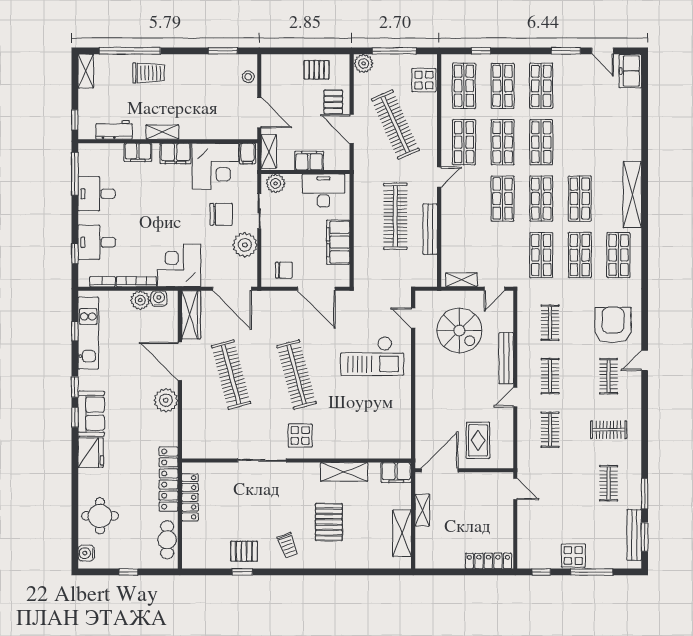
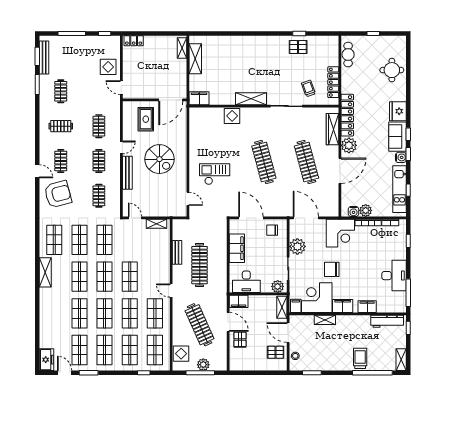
plant: (364, 63) -> (203, 365), moved
pallet: (317, 70) -> (276, 352), moved
trolley: (149, 73) -> (360, 358), turned 90
shop shelf: (580, 86) -> (79, 350), added
workbench: (114, 130) -> (387, 321), width x1.38
shelving: (162, 132) -> (325, 320), moved
shop shelf: (580, 142) -> (79, 313), added
filing cabinet: (309, 161) -> (239, 301), moved
door: (439, 177) -> (171, 291), hinge flipped
desk: (97, 194) -> (394, 276), width x1.37
shelving: (632, 195) -> (45, 272), width x0.68
chair: (221, 214) -> (332, 269), moved
bench: (430, 229) -> (177, 252), width x0.73
desk: (97, 242) -> (394, 248), removed
door: (494, 289) -> (135, 218), hinge flipped
wardrobe: (191, 315) -> (332, 129), moved
armchair: (613, 325) -> (58, 194), turned -105
spiral stairs: (459, 330) -> (159, 159), moved, turned 180
checkout: (372, 356) -> (215, 174), width x0.73, depth x0.83
door: (645, 360) -> (37, 171), hinge flipped
door: (180, 361) -> (340, 171), hinge flipped
display table: (300, 436) -> (232, 116), moved
shelving: (344, 472) -> (251, 99), moved
locker: (169, 479) -> (347, 115), moved
shelving: (422, 510) -> (182, 48), moved
pallet: (329, 522) -> (243, 66), removed
trolley: (287, 545) -> (308, 88), moved
water cooler: (86, 553) -> (401, 157), moved
display table: (573, 556) -> (108, 67), moved
locker: (488, 561) -> (134, 41), width x0.66

